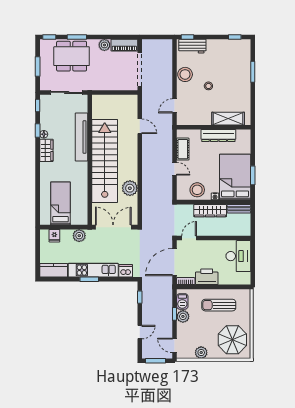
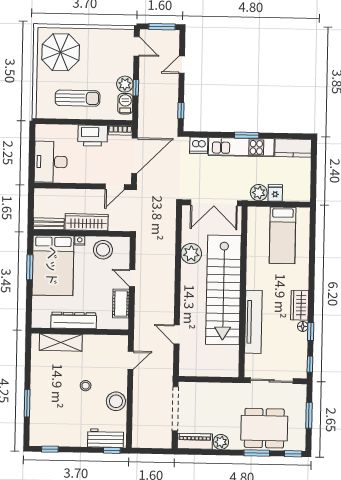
fridge: (54, 236) -> (275, 193), moved
plant: (201, 353) -> (102, 36), removed

